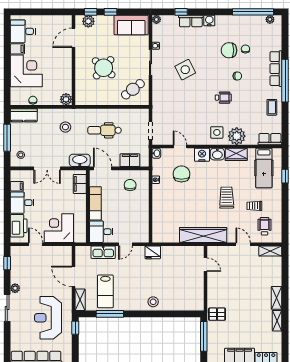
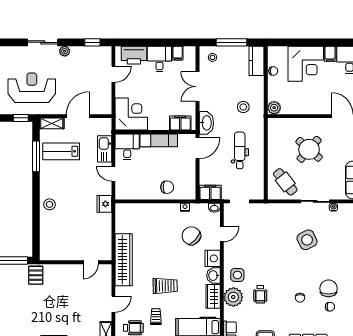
wheelchair: (223, 98) -> (260, 294), moved
filing cabinet: (130, 160) -> (210, 192), moved, turned -90
chair: (182, 174) -> (191, 236), turned -137
chair: (130, 185) -> (167, 187), moved
corner desk: (59, 228) -> (131, 114), moved

